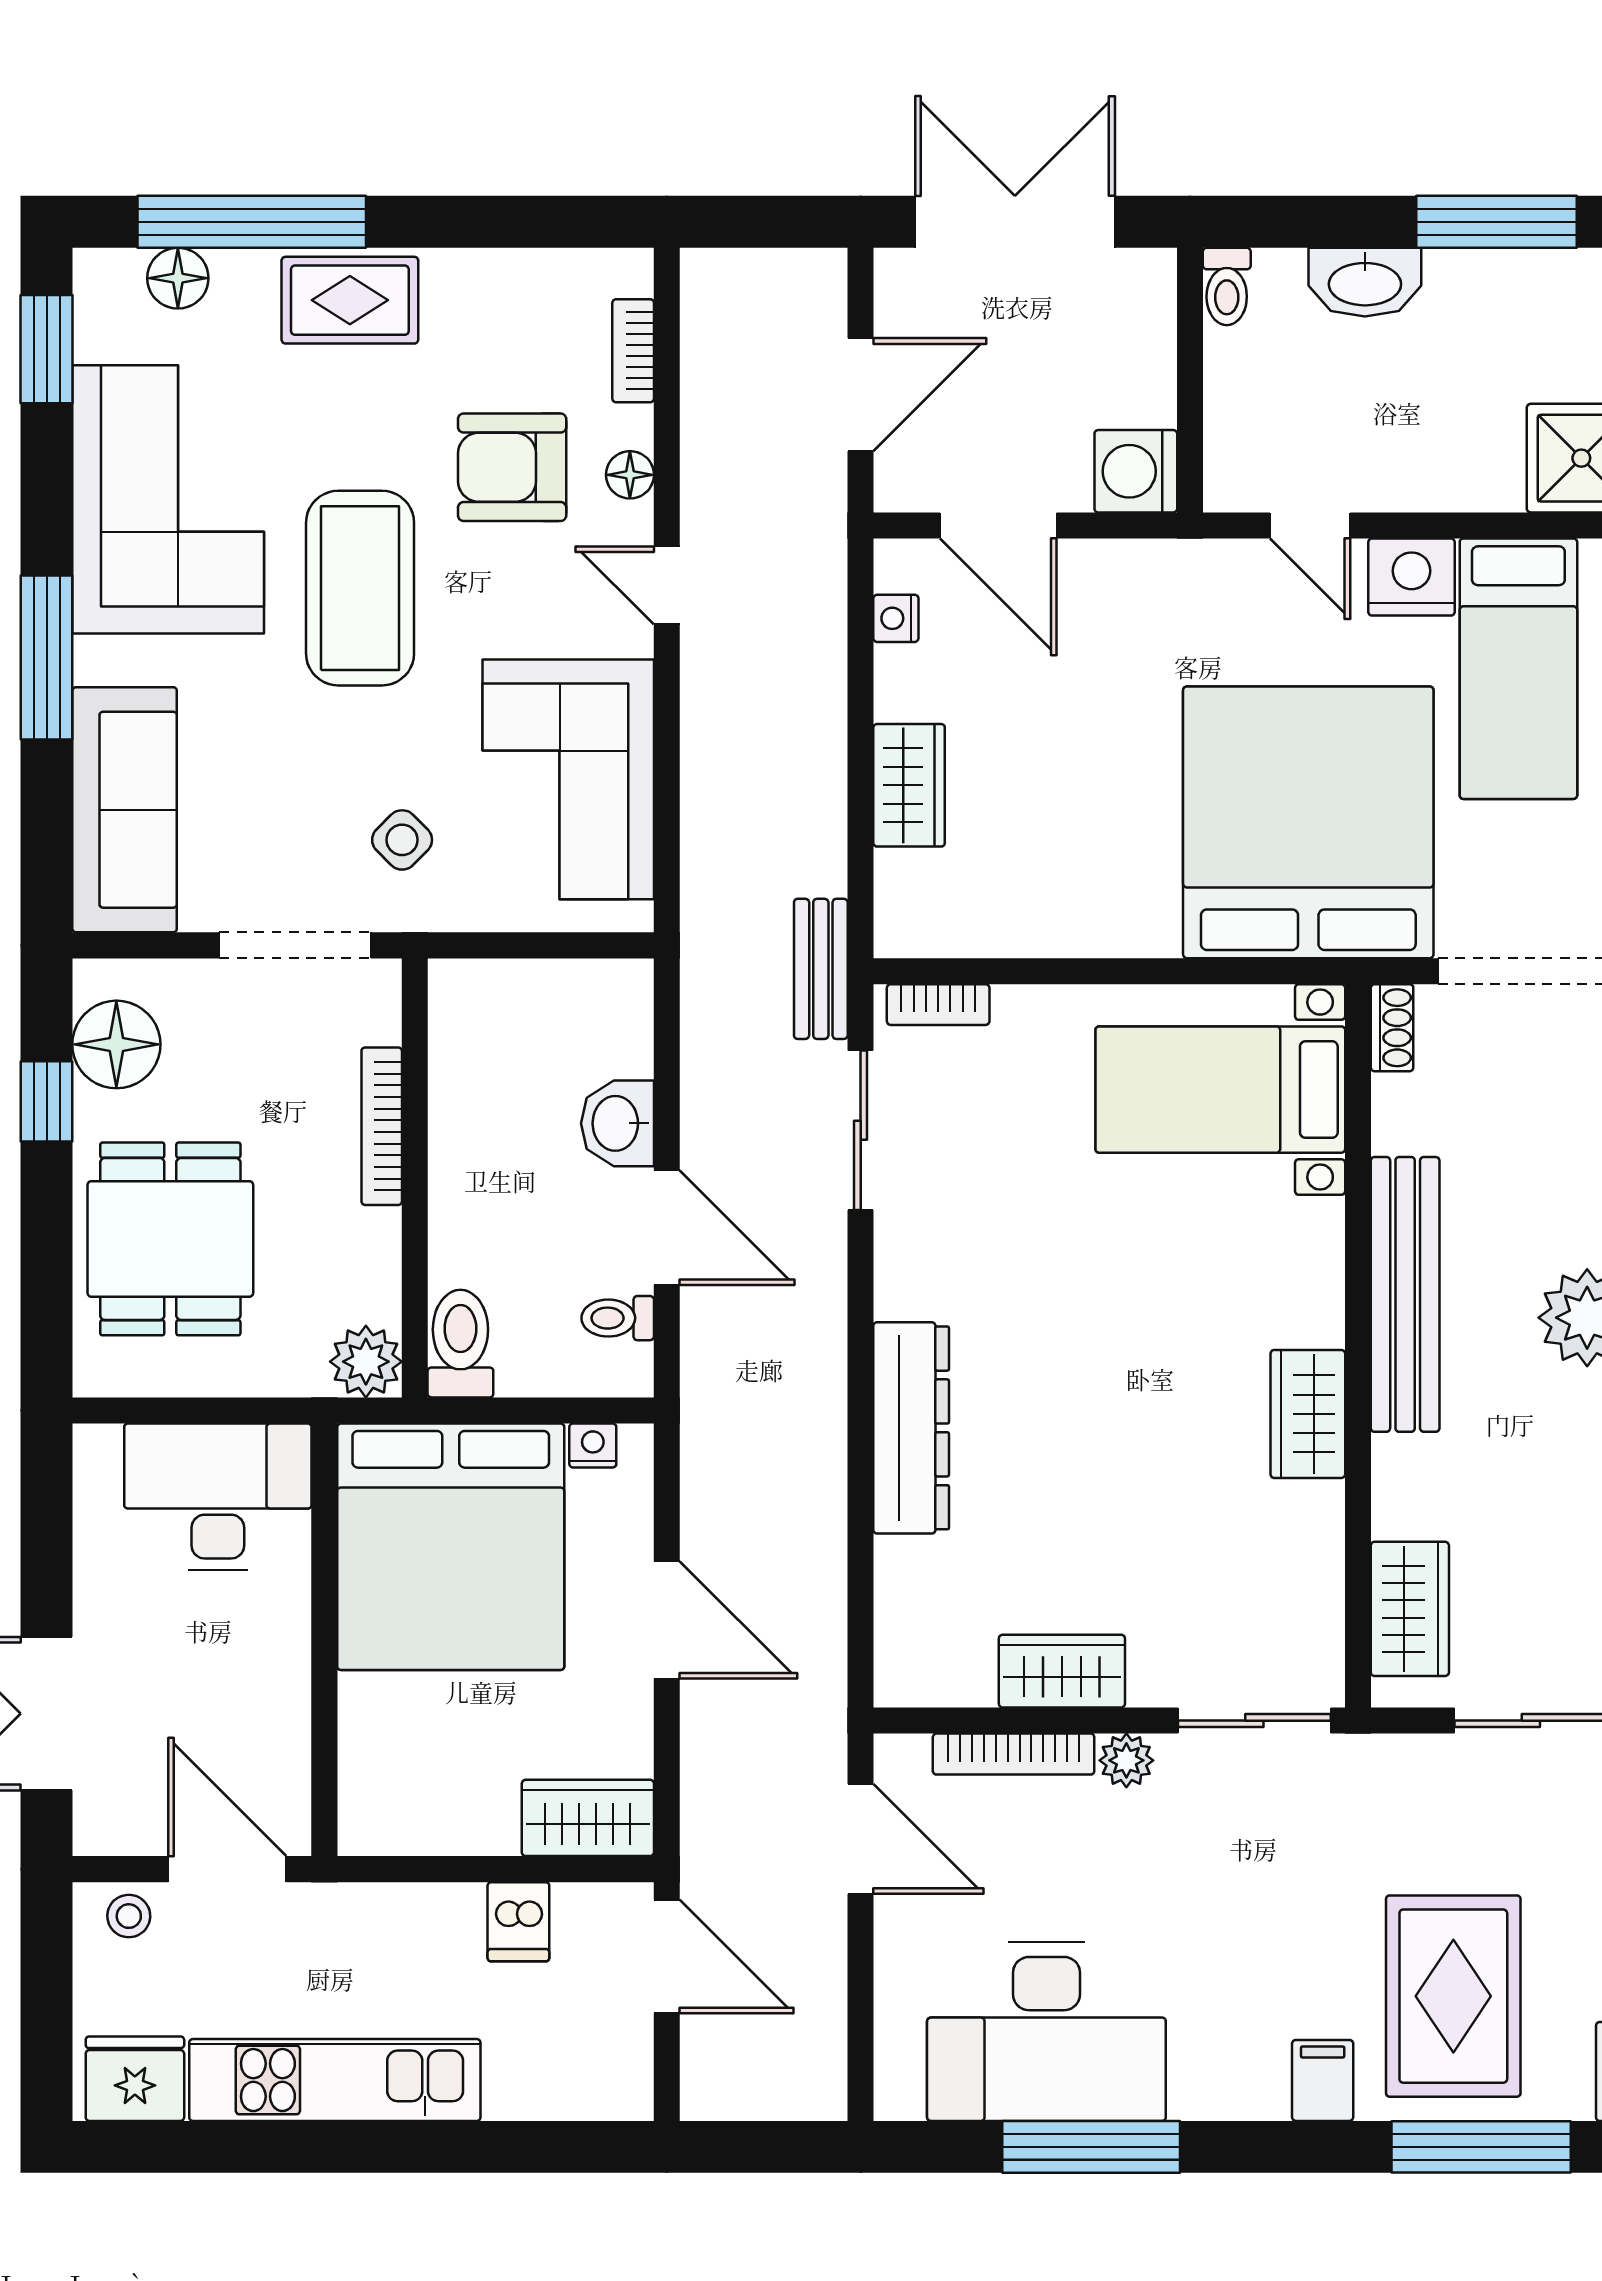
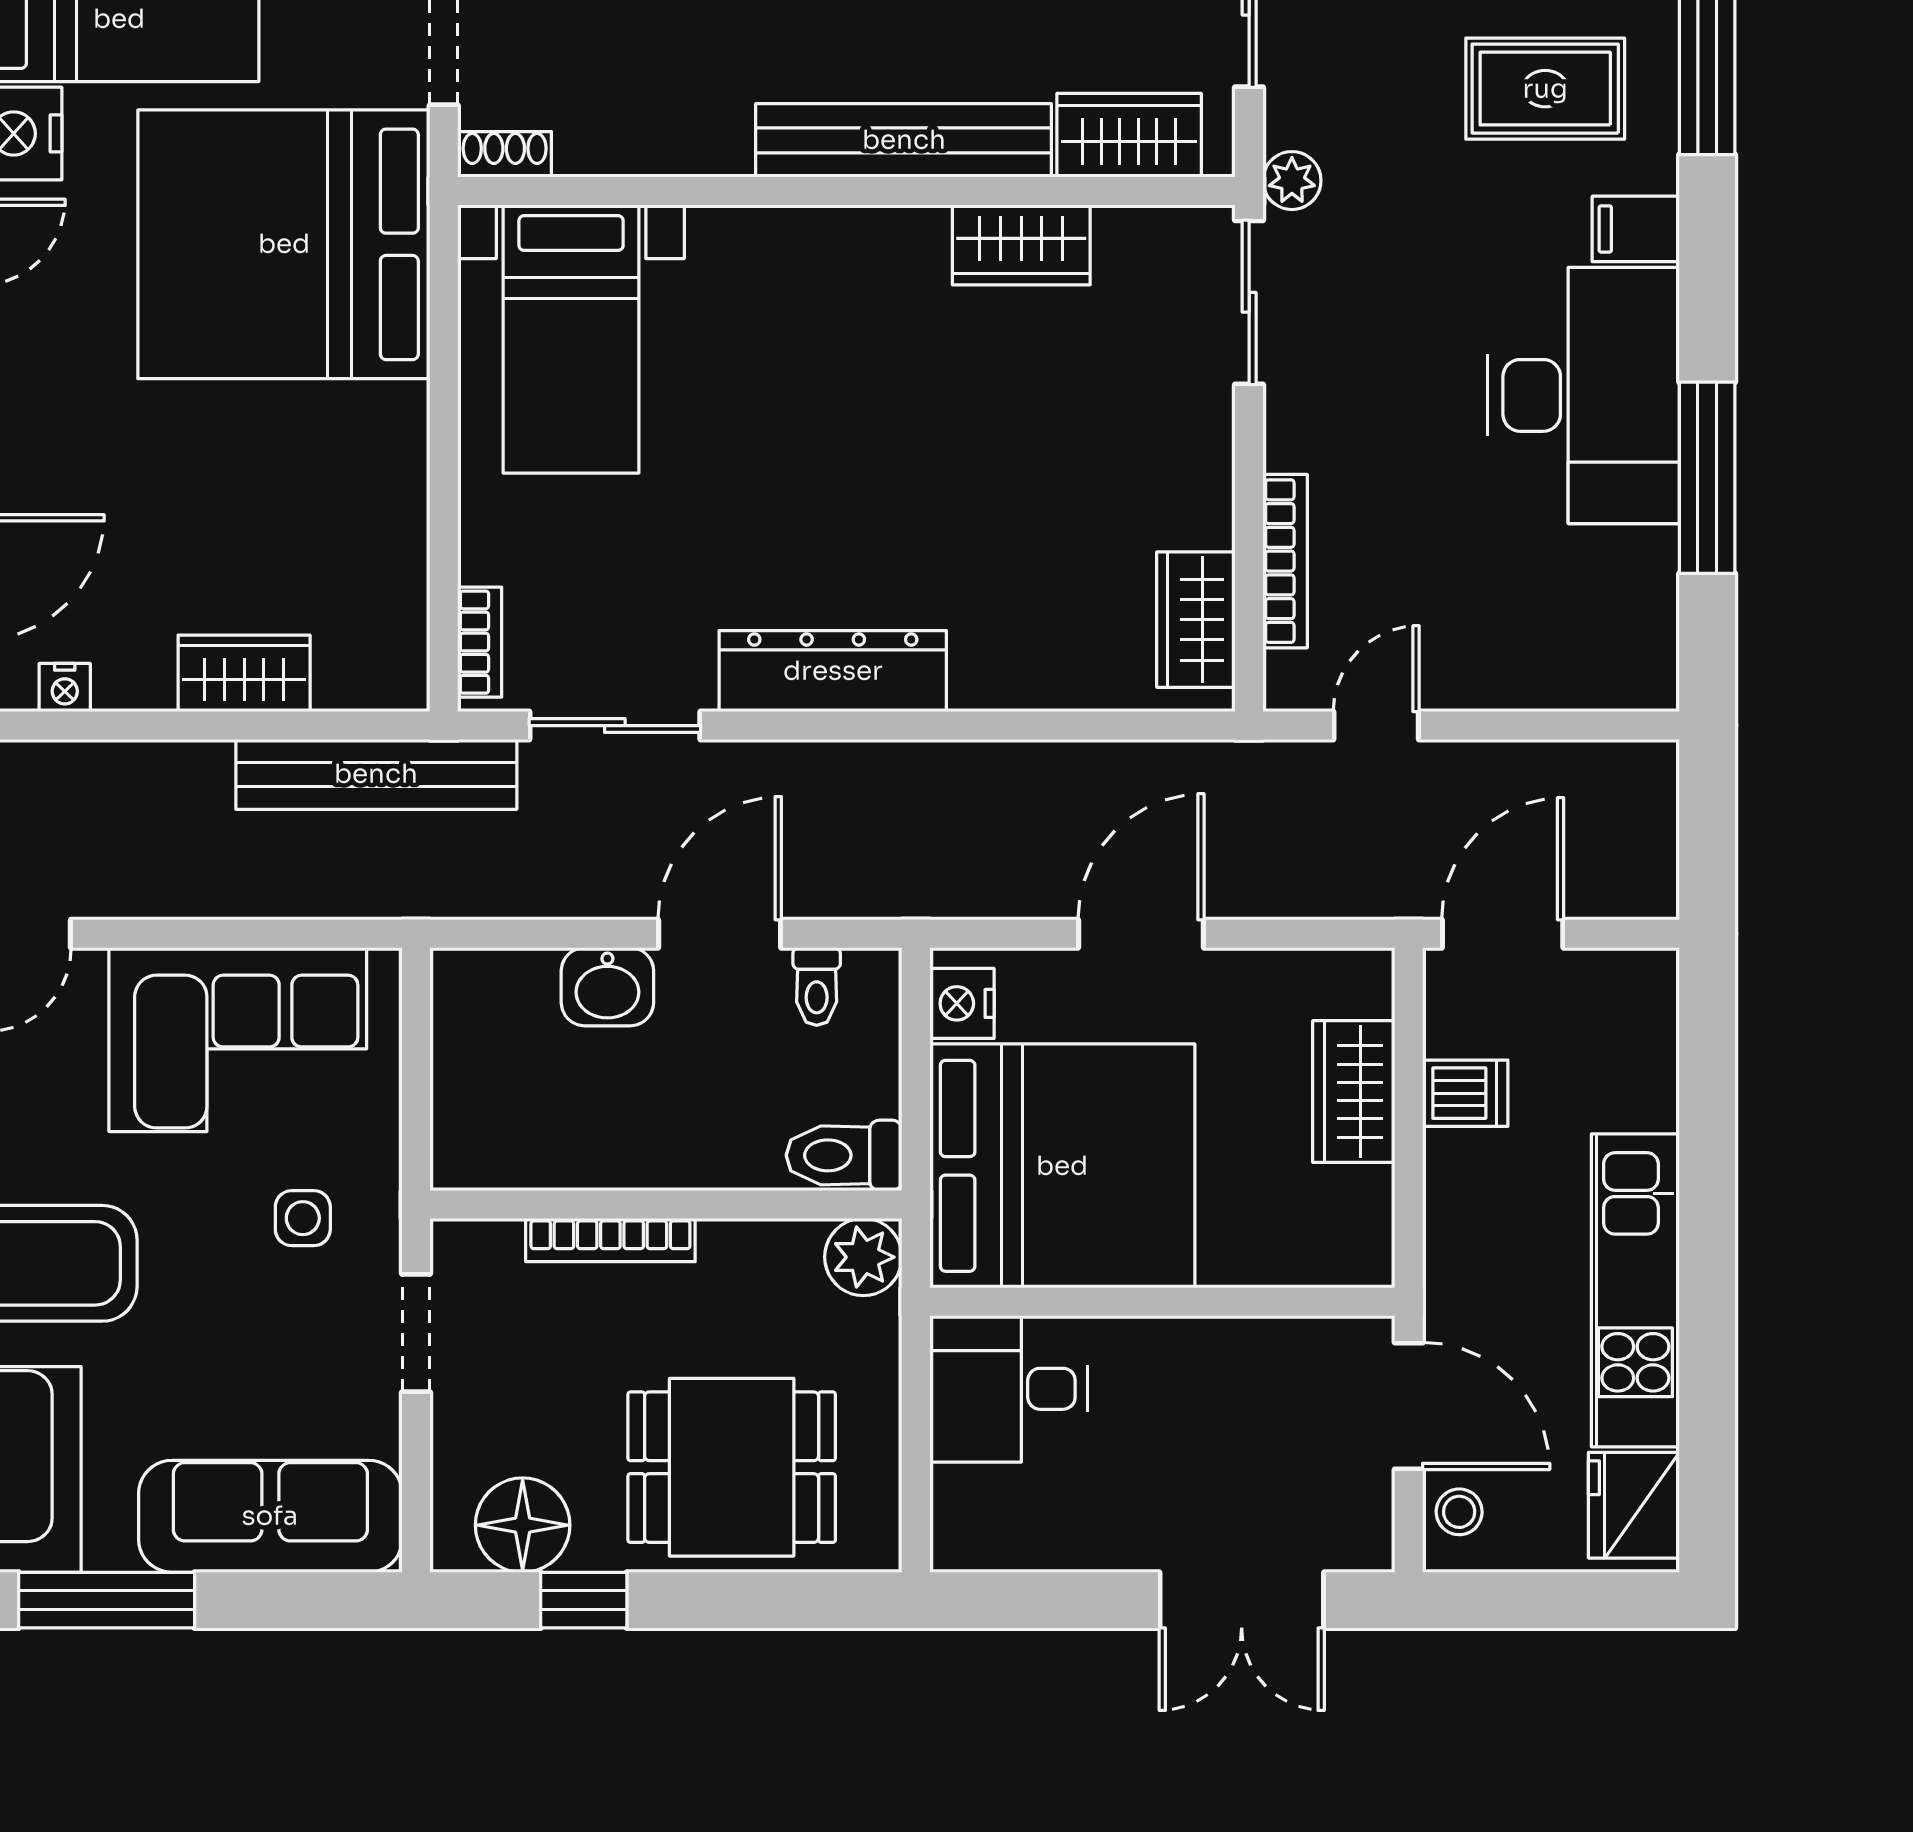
side table: (402, 840) -> (303, 1218), turned 45
doorway: (295, 945) -> (416, 1333), width x0.73
bench: (821, 969) -> (376, 774), width x1.86, depth x1.21
bench: (1405, 1294) -> (904, 140), moved
wardrobe: (1308, 1414) -> (1021, 245), moved
dresser: (911, 1428) -> (833, 671), moved
nightstand: (593, 1446) -> (962, 1003), width x1.39, depth x1.35
desk: (218, 1497) -> (1009, 1389), width x0.73
wardrobe: (1062, 1671) -> (1196, 620), moved
plant: (1126, 1760) -> (1292, 181), moved
wardrobe: (588, 1818) -> (1354, 1092), moved
door: (861, 1839) -> (1376, 726), width x0.73
door: (227, 1869) -> (1409, 1406), swing flipped
rug: (1453, 1996) -> (1545, 89), width x0.73, depth x0.70
desk: (1046, 2032) -> (1584, 395), moved

